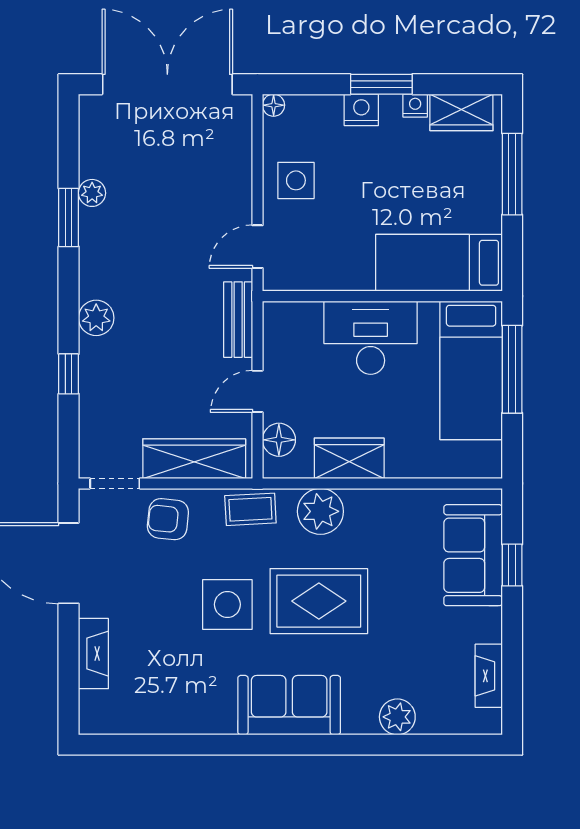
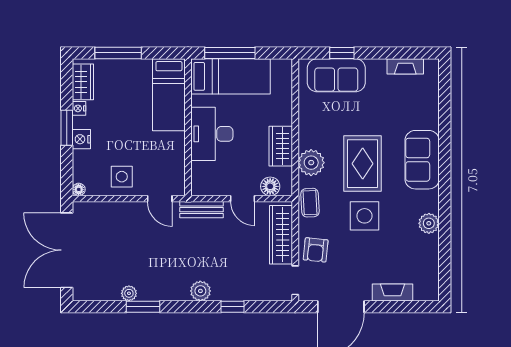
sofa: (289, 705) -> (422, 160), moved
plant: (397, 717) -> (429, 223), moved

